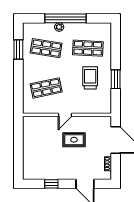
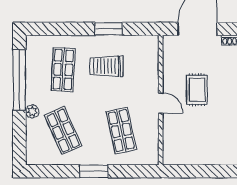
window: (66, 18) -> (19, 80), moved
shop shelf: (46, 48) -> (63, 131), turned -33
window: (18, 50) -> (94, 171), moved

